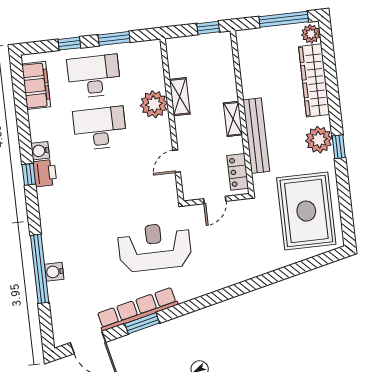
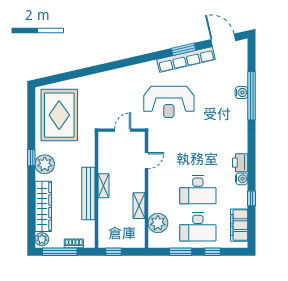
shoe rack: (265, 33) -> (74, 243), added
plant: (154, 104) -> (158, 223), moved
bench: (256, 136) -> (88, 193), moved
locker: (238, 172) -> (104, 148), removed
window: (29, 174) -> (251, 198), moved

